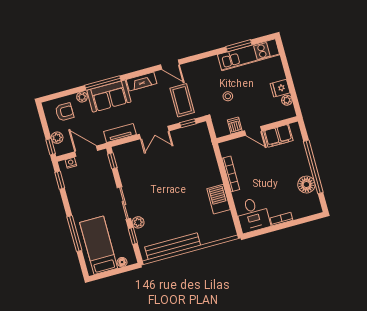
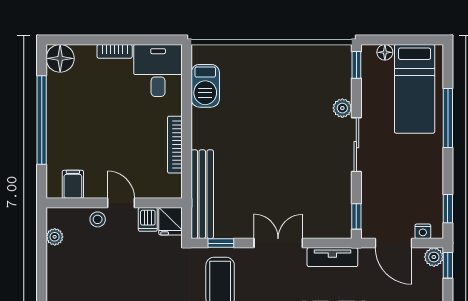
fridge: (280, 88) -> (171, 221), moved, turned 90
stool: (228, 96) -> (98, 219), moved
filing cabinet: (278, 136) -> (73, 184), width x0.50
plant: (57, 138) -> (434, 257), moved
floor lamp: (306, 185) -> (60, 58), moved
barbecue: (219, 199) -> (205, 86), moved
window: (133, 236) -> (356, 65), moved
bench: (173, 246) -> (202, 194), moved, turned 90

